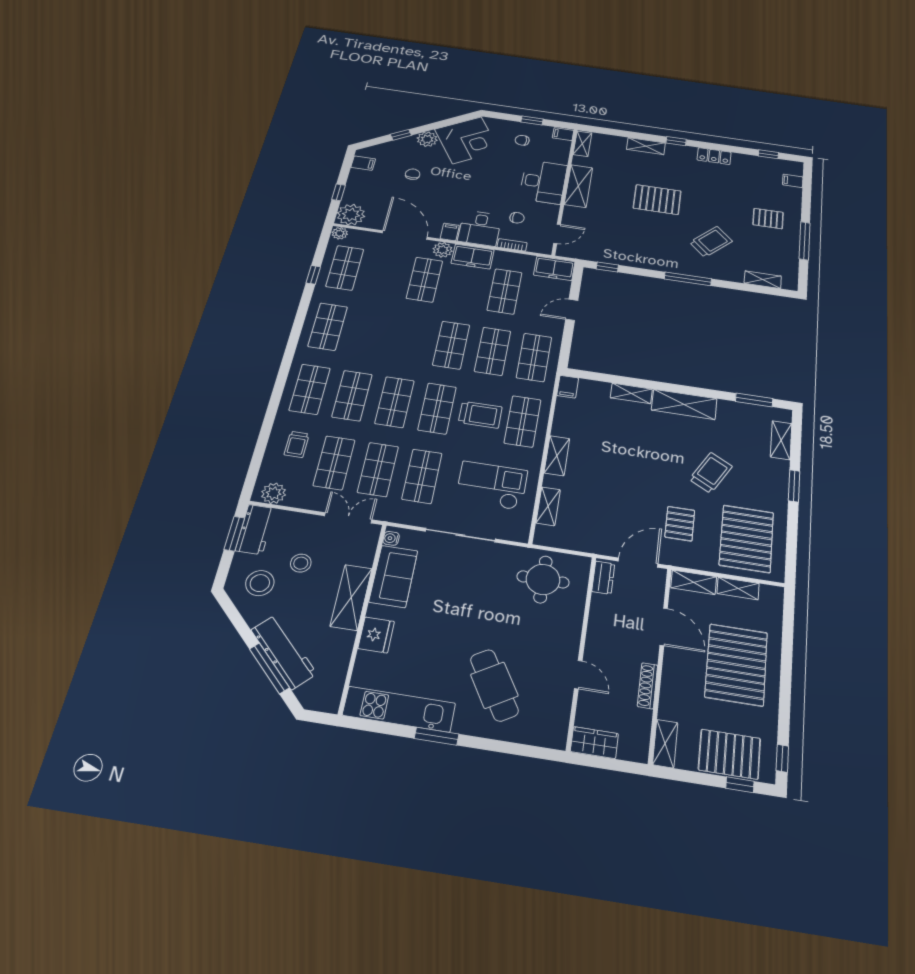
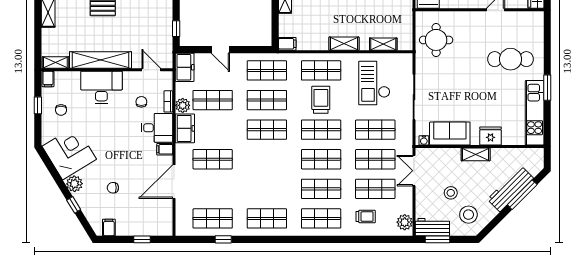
shelving: (578, 186) -> (101, 60), width x1.47
plant: (351, 215) -> (162, 225), removed
plant: (340, 233) -> (181, 229), removed
plant: (443, 250) -> (183, 105), moved
shelving: (351, 597) -> (476, 154), width x0.67, depth x0.75
cafe table: (494, 685) -> (511, 59), turned 31

